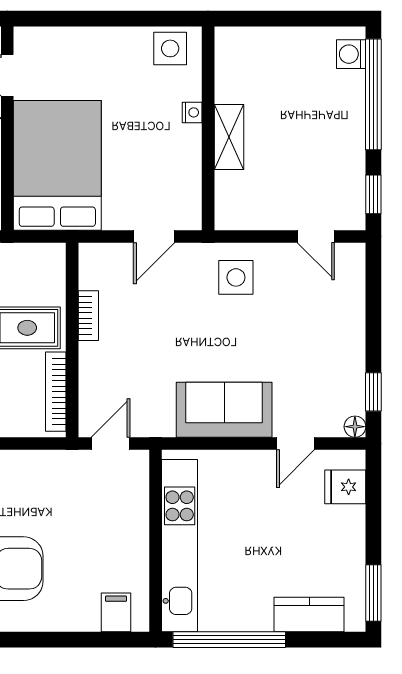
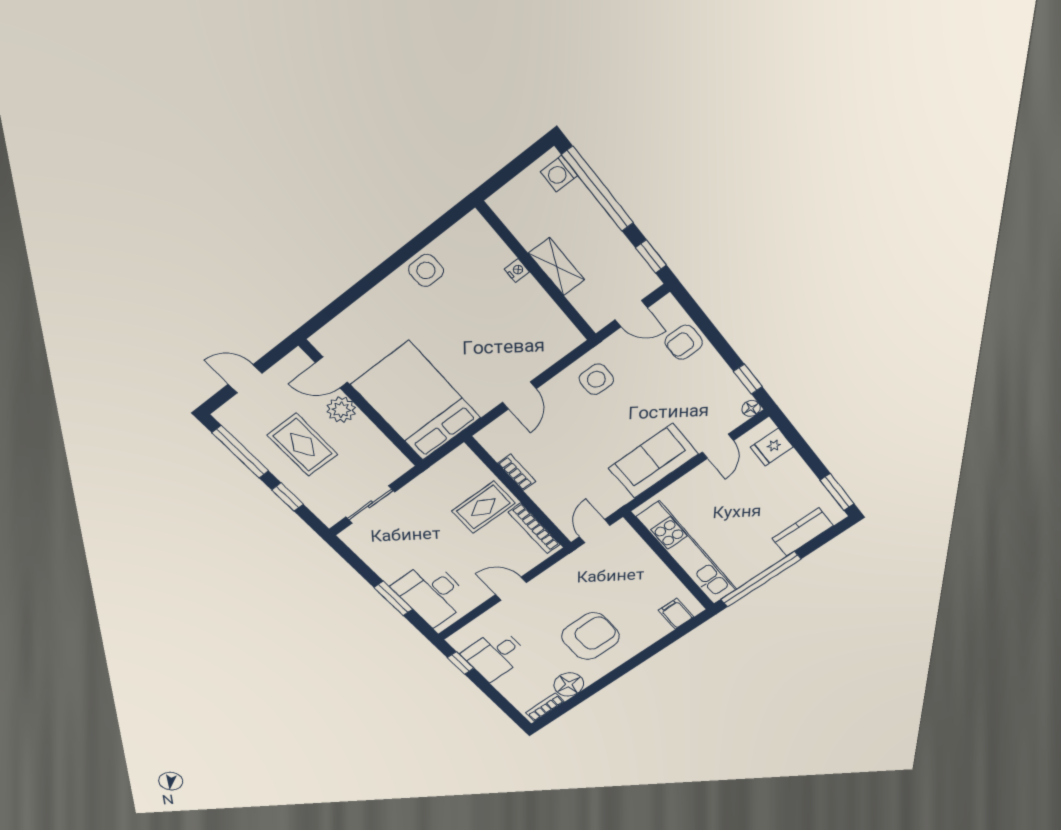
nightstand: (192, 112) -> (517, 270), moved
wall: (208, 128) -> (537, 272), moved
shelving: (229, 137) -> (557, 267), moved
armchair: (342, 304) -> (684, 342), added

